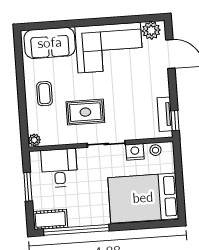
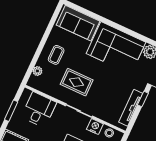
tv unit: (165, 114) -> (131, 108), width x1.41
window: (175, 121) -> (143, 99), moved
plant: (34, 140) -> (37, 71), moved

